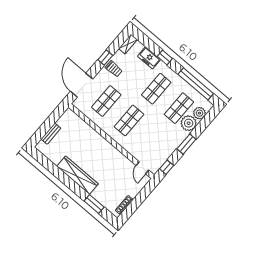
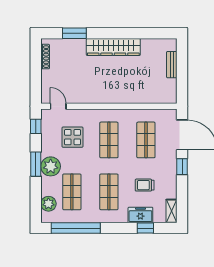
window: (165, 57) -> (145, 228), moved
window: (105, 58) -> (182, 167), moved
trolley: (114, 69) -> (145, 185), moved
plant: (189, 123) -> (51, 166), moved
display table: (150, 141) -> (73, 137), added

